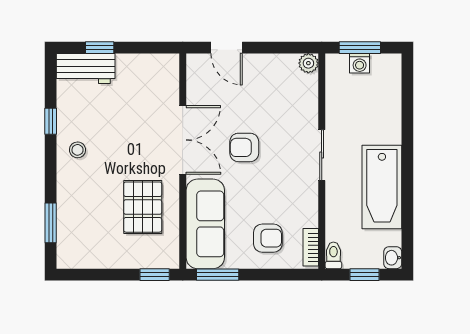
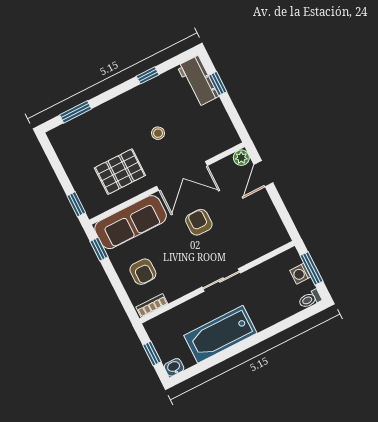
plant: (308, 63) -> (241, 158), moved
stool: (78, 150) -> (158, 133), moved
toilet: (333, 255) -> (310, 299), moved, turned 180
window: (218, 275) -> (99, 249), width x0.67

